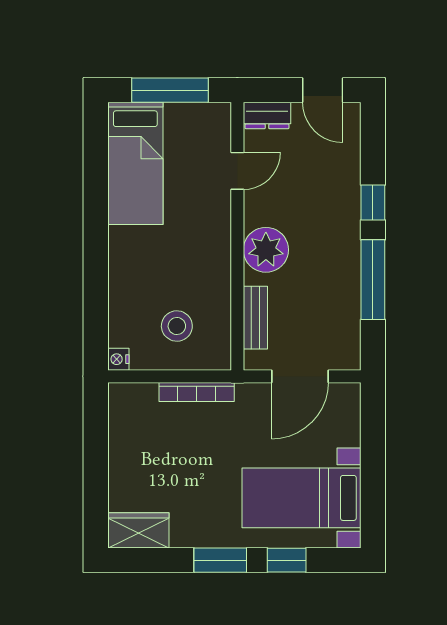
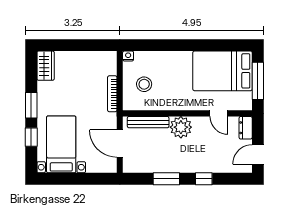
bed: (135, 163) -> (222, 71), width x1.50
window: (373, 280) -> (166, 179), width x0.69
bench: (255, 318) -> (148, 122), width x1.36

